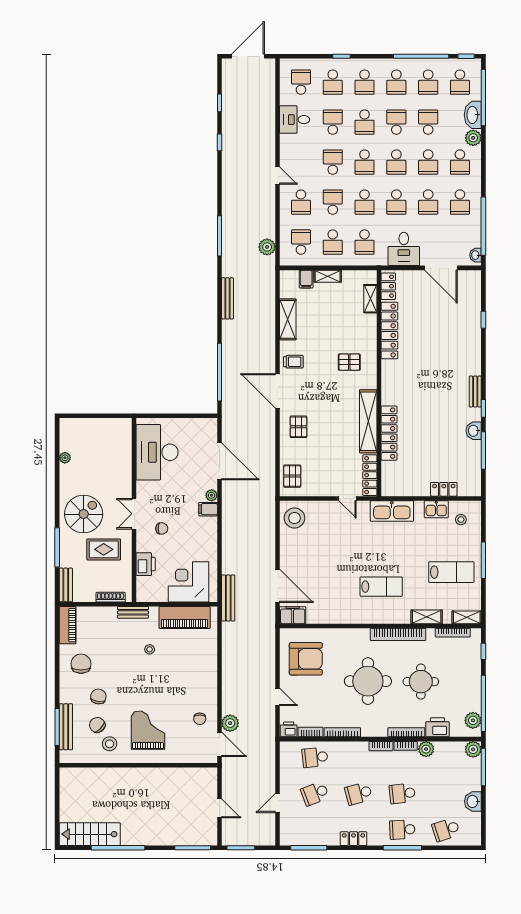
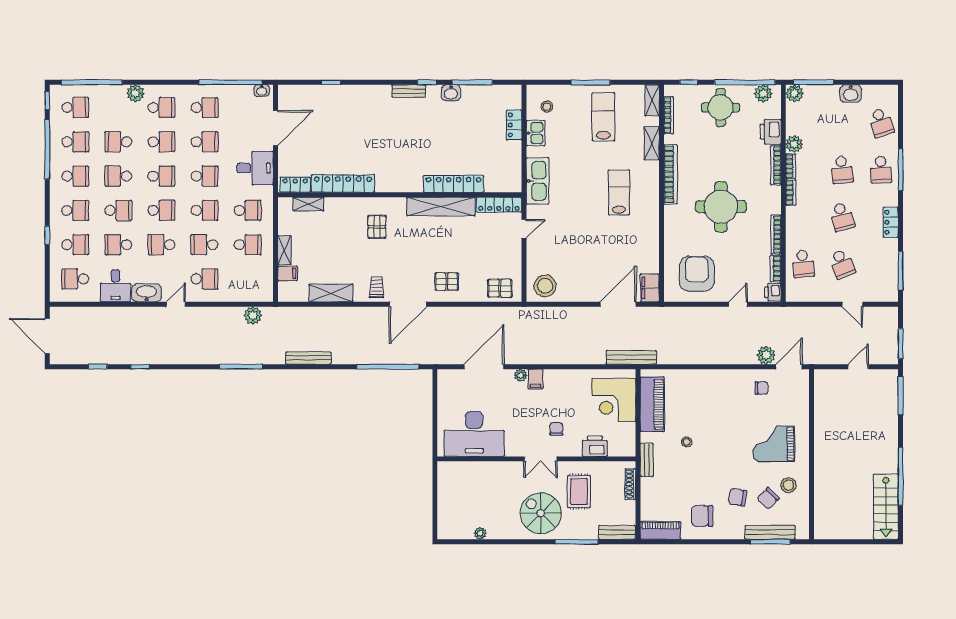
washbasin: (473, 115) -> (147, 293), moved, turned 180
school desk: (301, 242) -> (248, 279), removed
round table: (421, 682) -> (721, 107), moved

